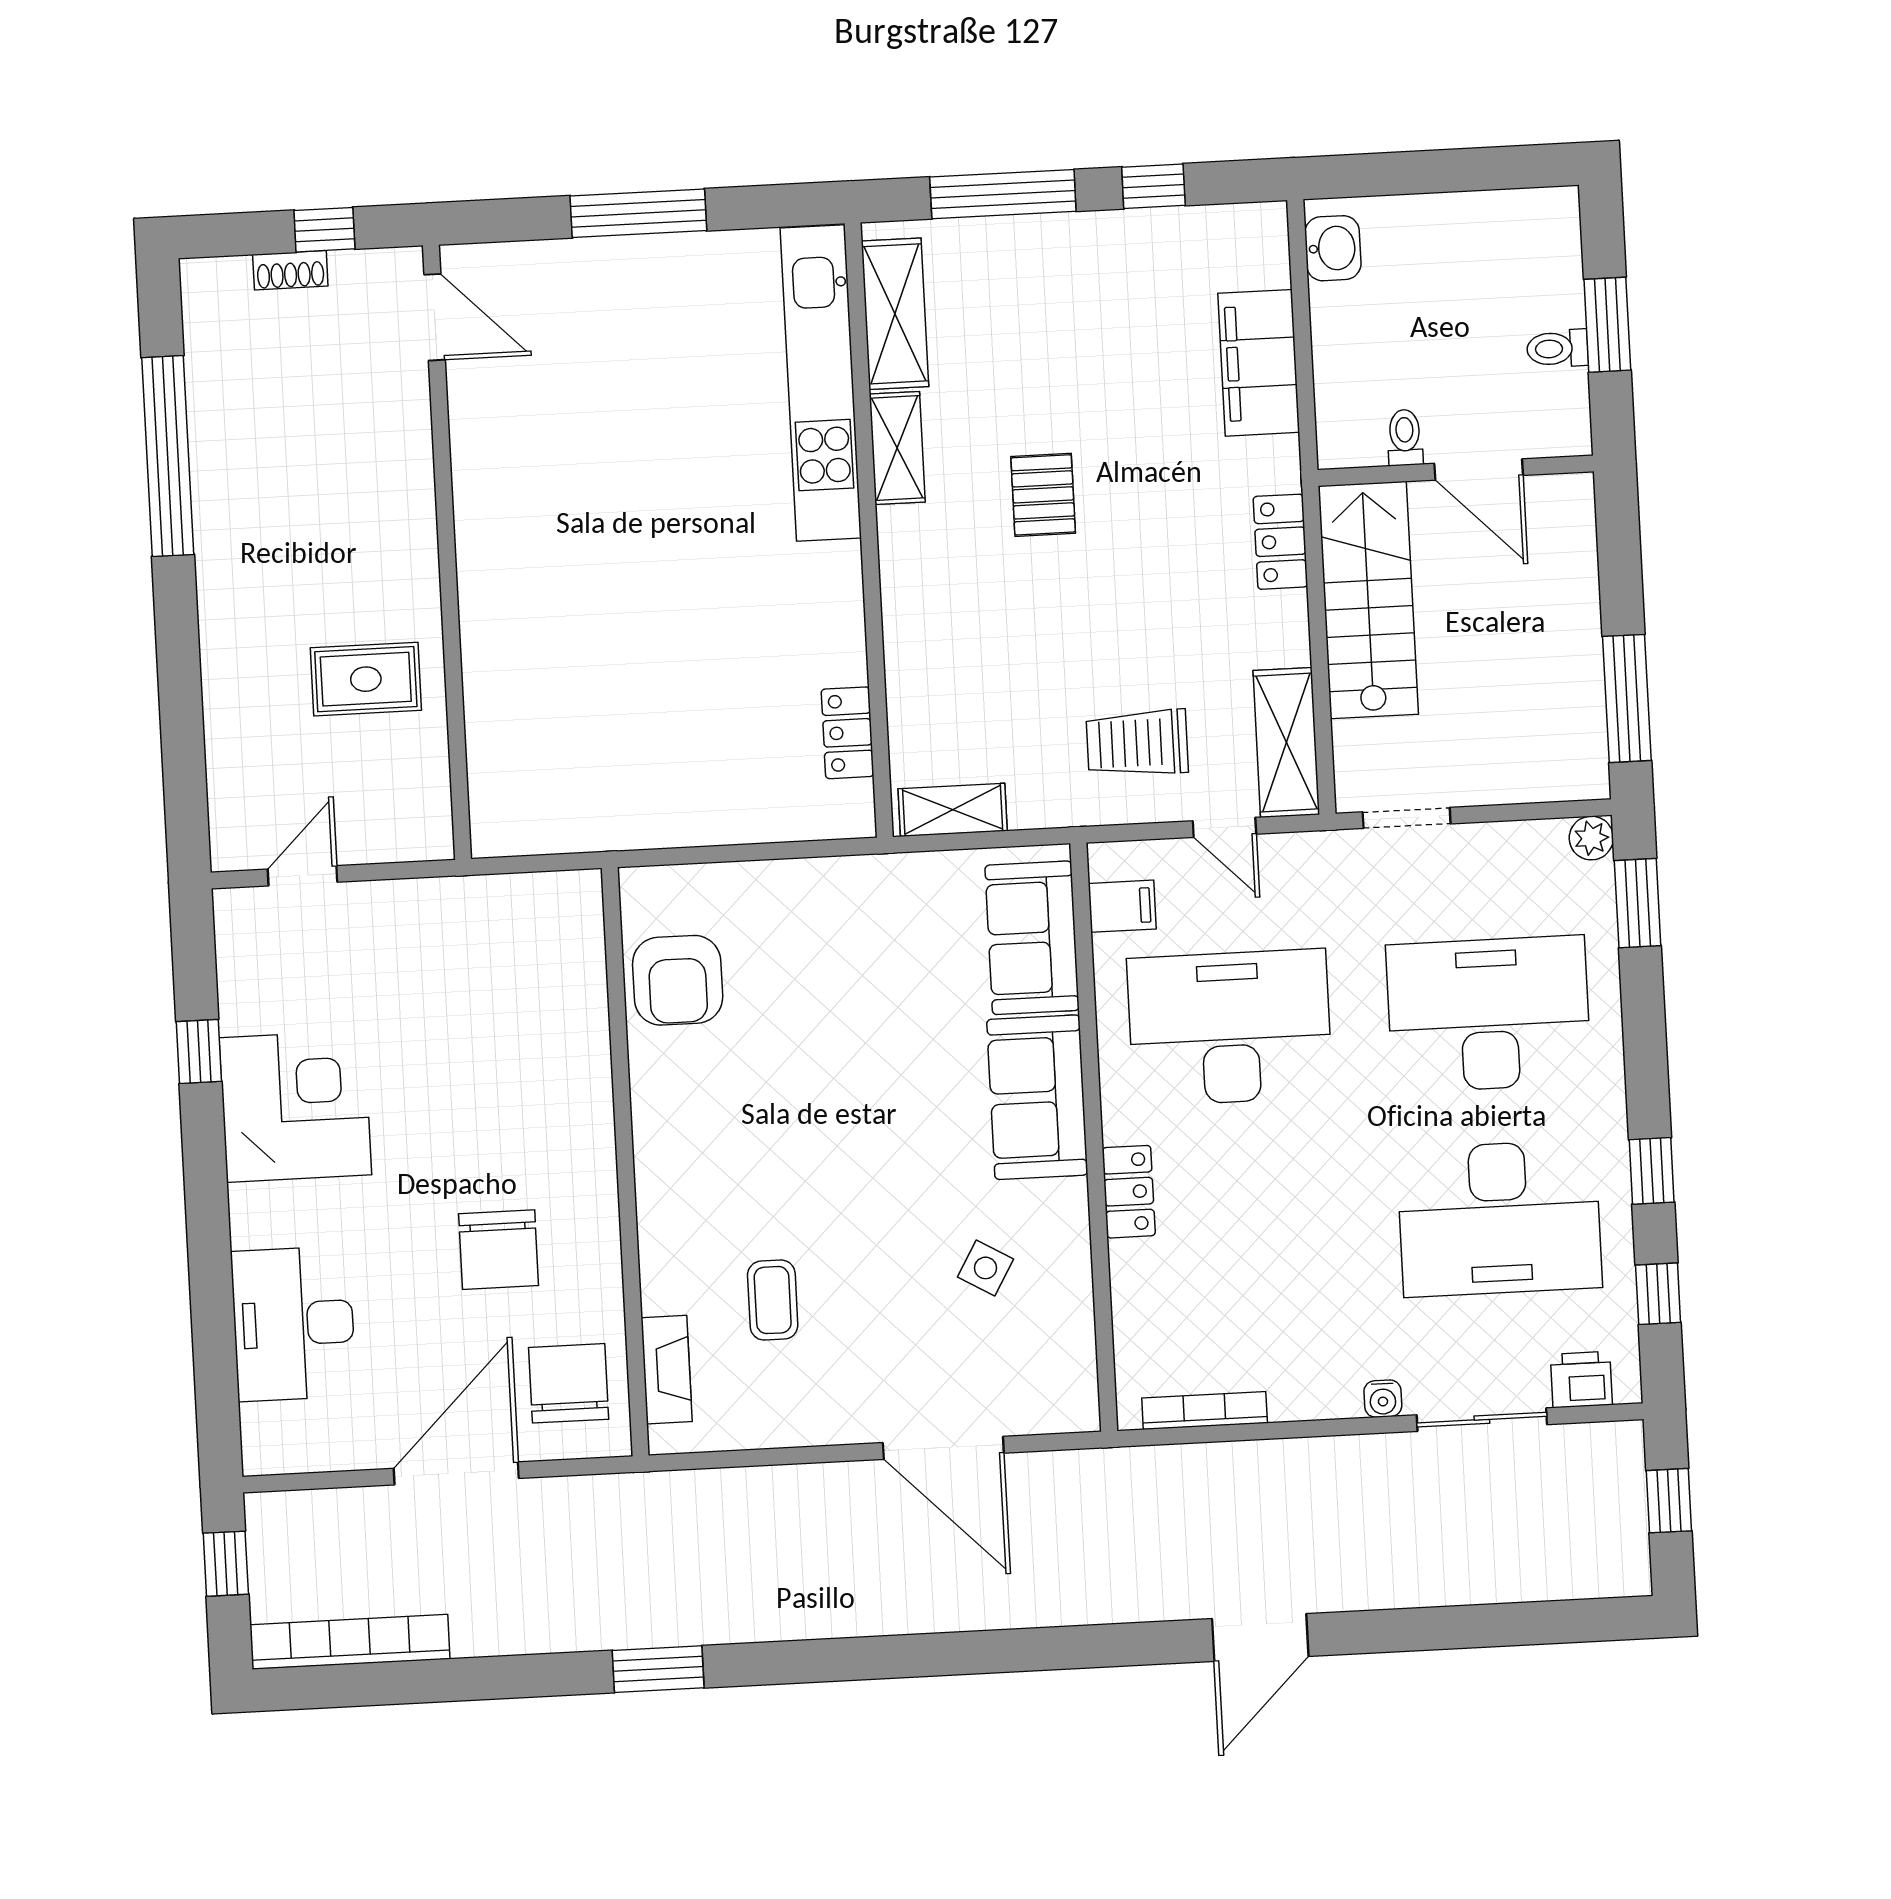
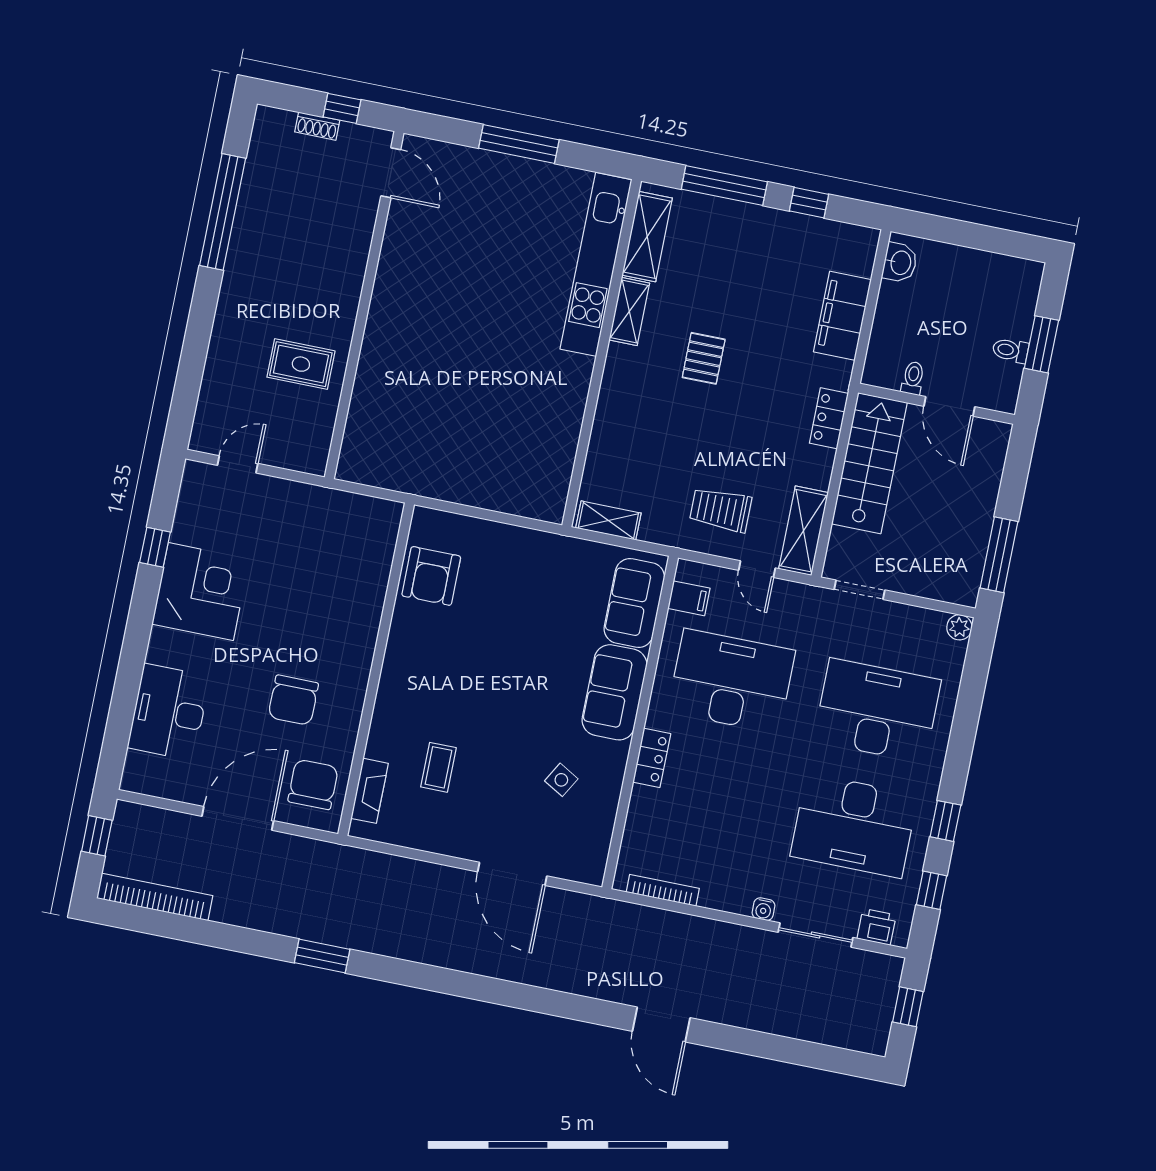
locker: (847, 733) -> (561, 463), removed
window: (1638, 903) -> (976, 670), removed
door: (1260, 1638) -> (661, 1024), hinge flipped

